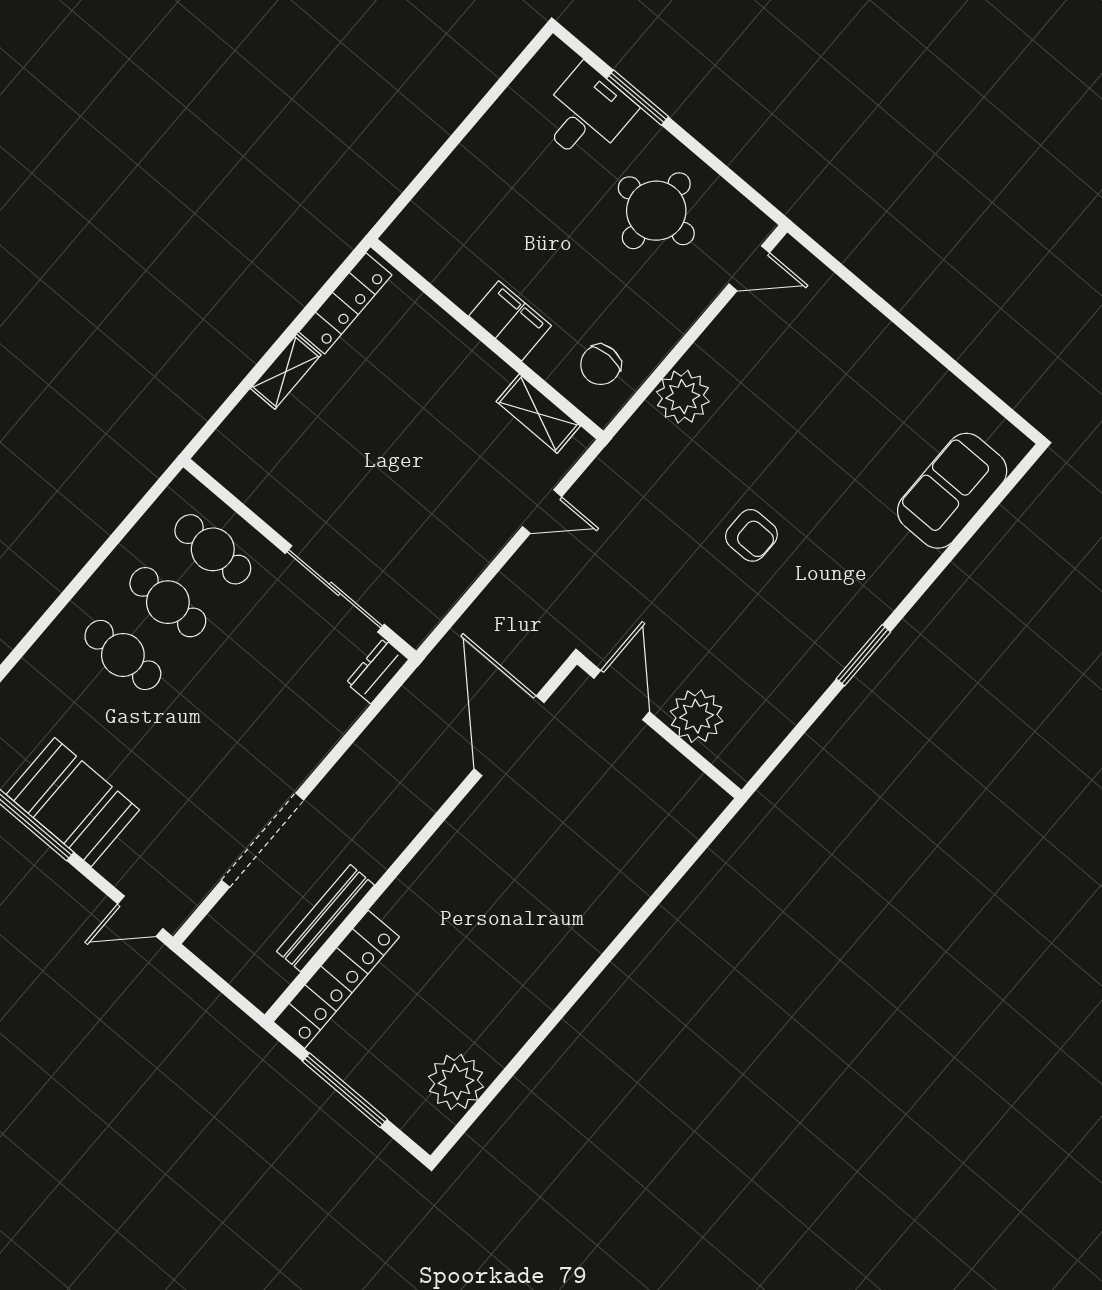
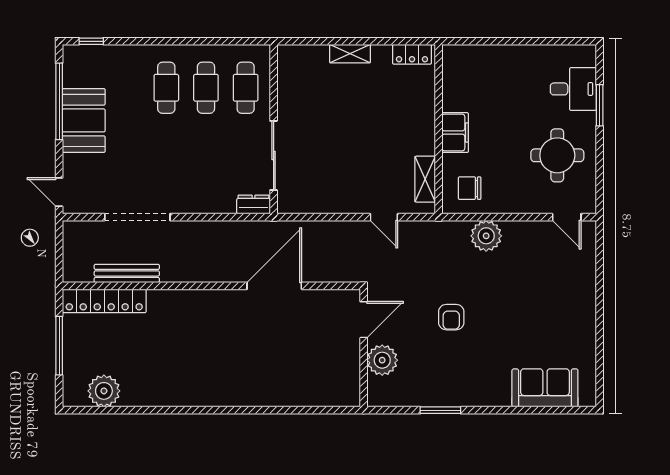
locker: (345, 303) -> (412, 54), width x0.66
door: (622, 695) -> (364, 320), moved
plant: (697, 716) -> (382, 360), moved
wall: (659, 727) -> (364, 348), moved

